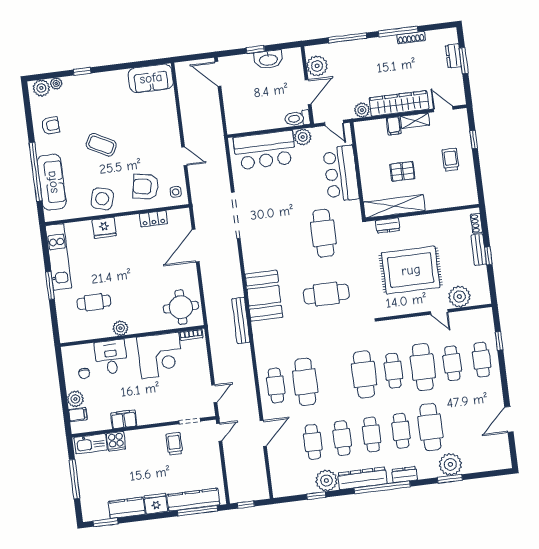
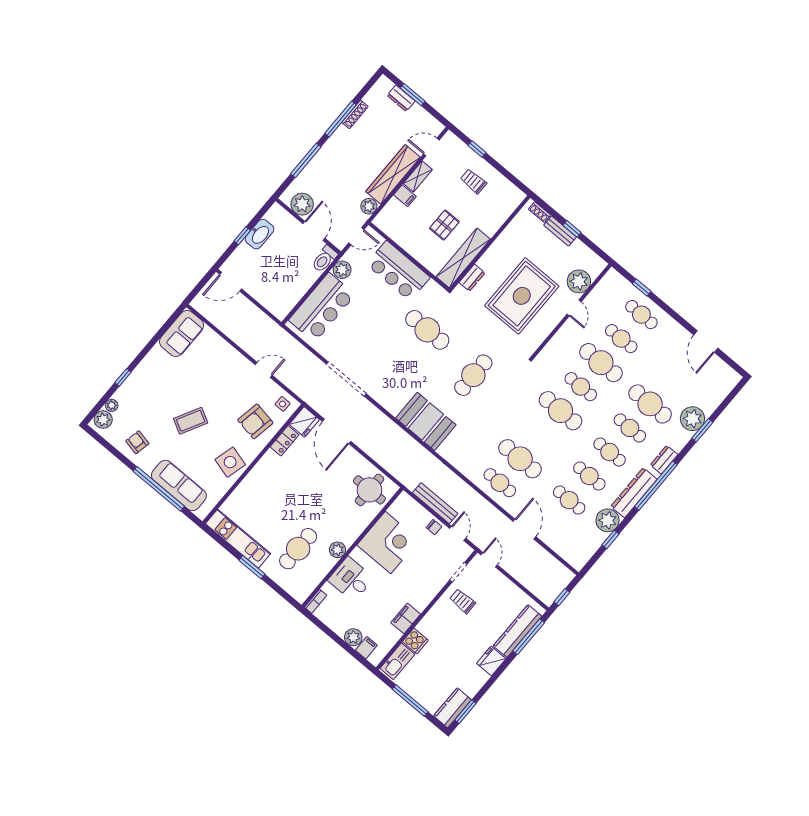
armchair: (50, 126) -> (137, 442), turned -75
fridge: (104, 228) -> (304, 422), moved
cafe table: (94, 302) -> (298, 549), width x1.37, depth x1.35
door: (439, 312) -> (574, 308), hinge flipped
bench: (241, 320) -> (435, 503), moved
bookcase: (191, 335) -> (316, 601), moved
chair: (84, 373) -> (434, 527), moved
kitchen counter: (127, 508) -> (453, 708), moved

